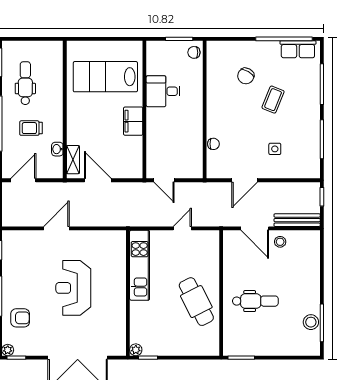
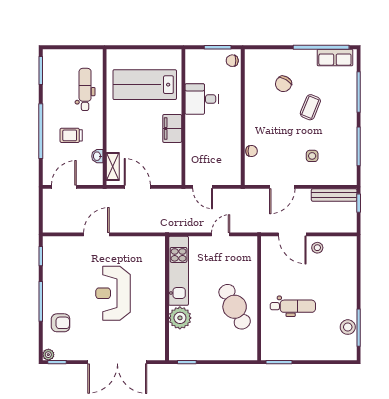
dental chair: (25, 83) -> (85, 89), moved
bench: (297, 220) -> (334, 195), moved
plant: (136, 350) -> (180, 318), moved, width x1.87, depth x1.87

